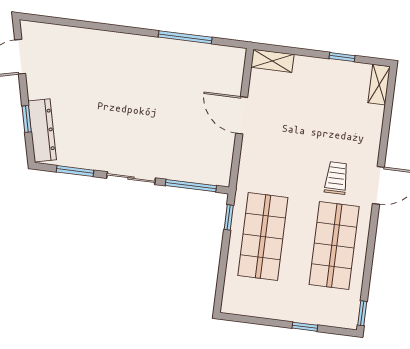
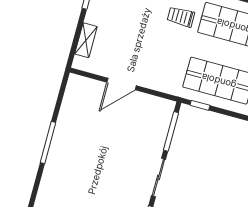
window: (185, 37) -> (48, 143), moved
shelving: (272, 61) -> (86, 40), moved

